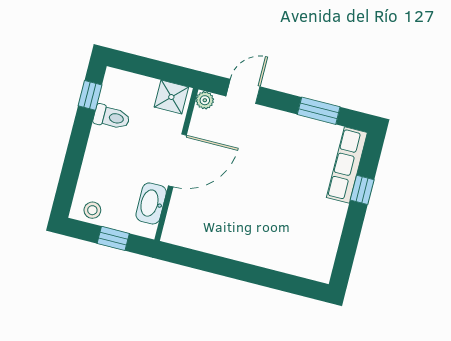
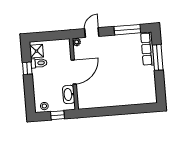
window: (90, 95) -> (27, 68), moved
shower: (171, 97) -> (36, 51), moved
window: (319, 111) -> (127, 30), width x1.44
window: (362, 190) -> (158, 57), width x2.17

